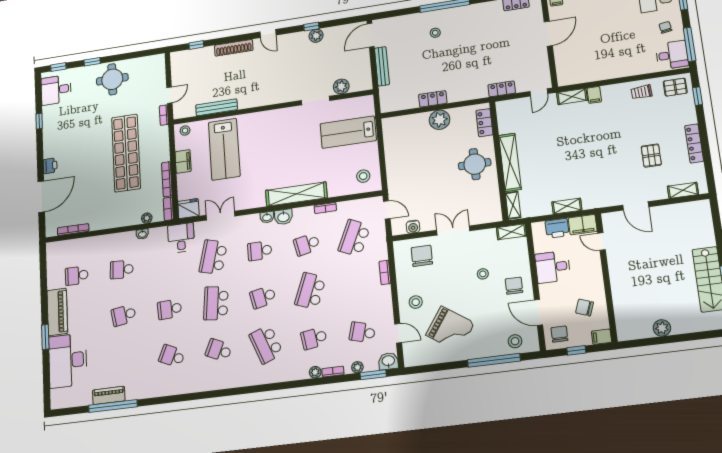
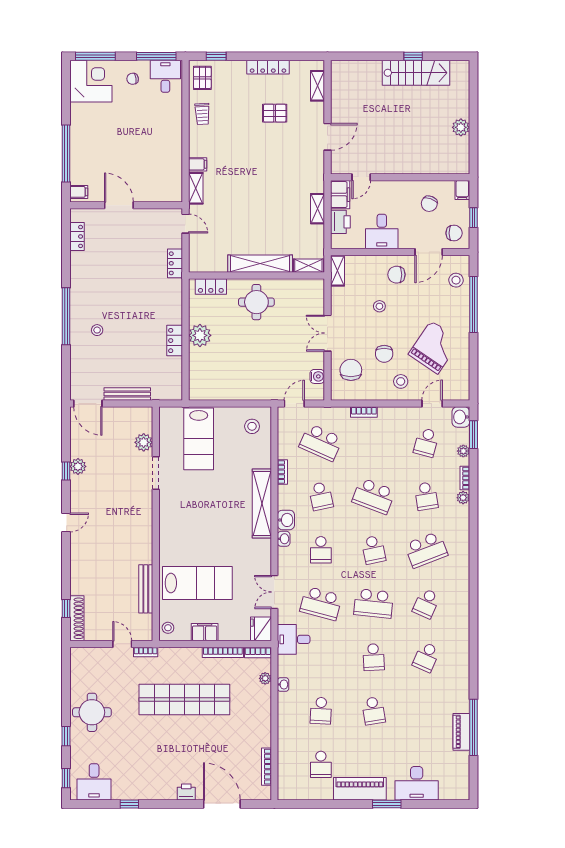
shoe rack: (234, 48) -> (77, 618), moved
chair: (422, 256) -> (351, 370), turned 90
chair: (439, 284) -> (384, 354), added
chair: (559, 334) -> (454, 233), turned 180
desk: (68, 361) -> (417, 783), width x0.73, depth x0.77

